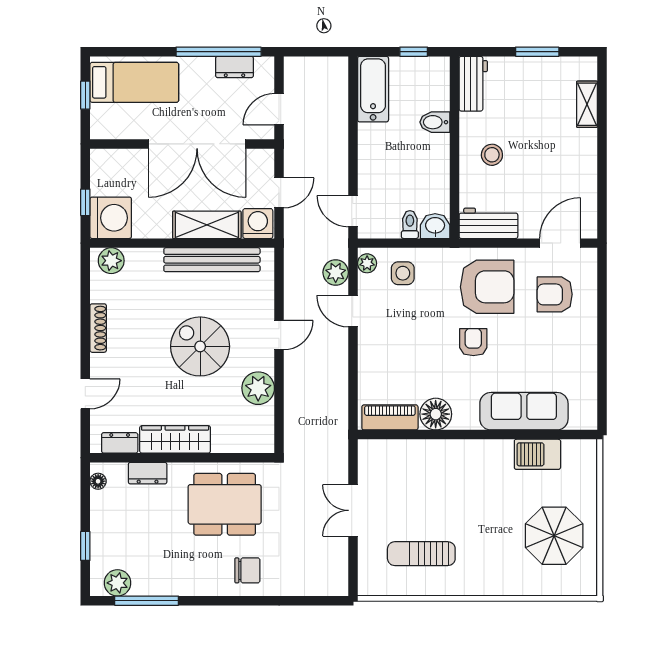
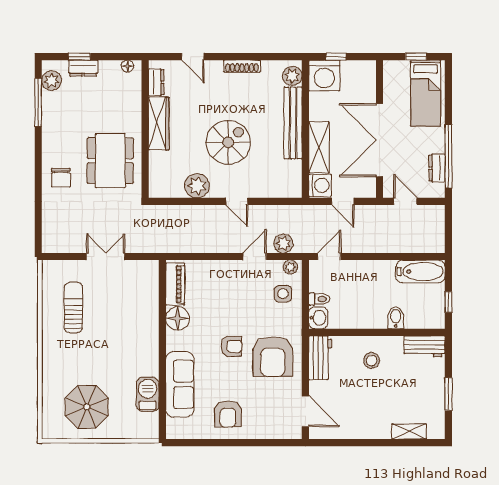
bench: (212, 260) -> (293, 123), moved
armchair: (555, 294) -> (228, 414), moved, turned 180
dresser: (148, 473) -> (83, 68), moved, turned -90

